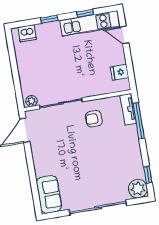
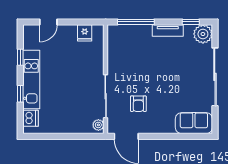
kitchen unit: (90, 23) -> (31, 79), moved
tv unit: (128, 109) -> (168, 30), moved
armchair: (94, 119) -> (138, 104), moved

